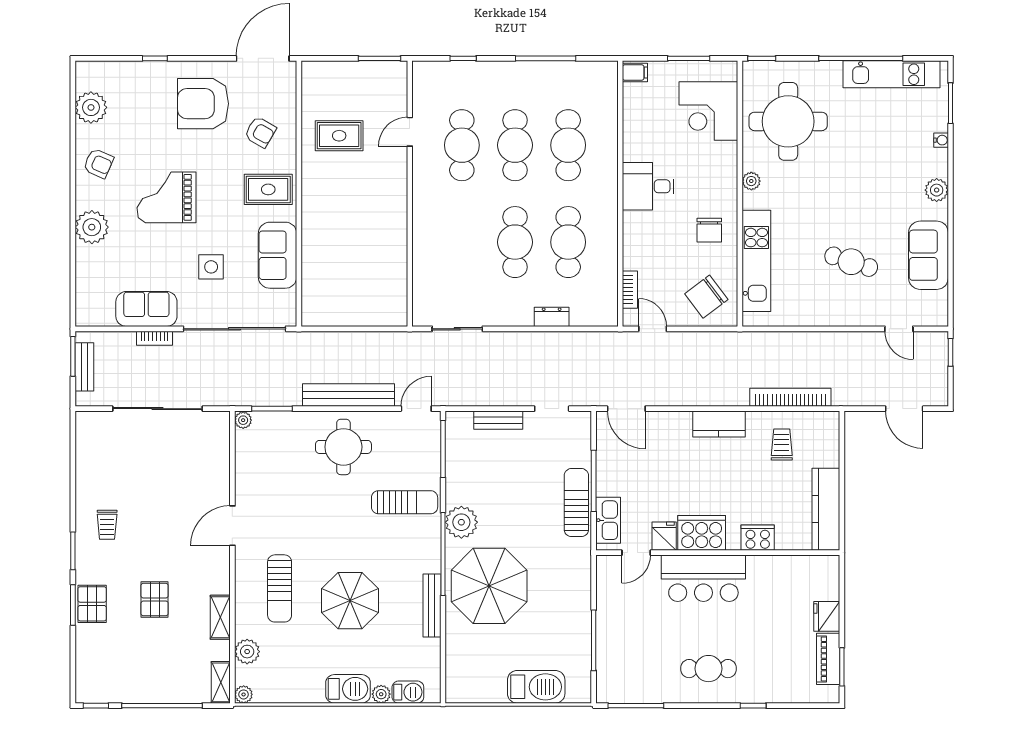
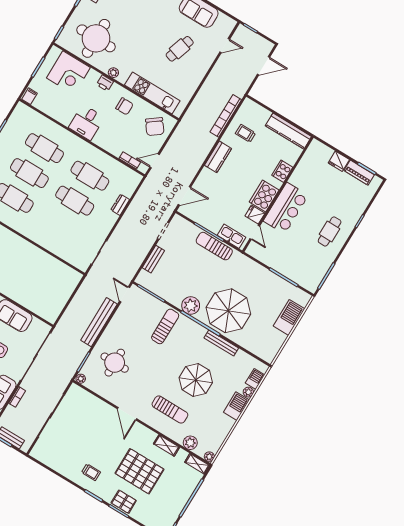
printer: (727, 178) -> (105, 83), added
round table: (343, 447) -> (115, 363), moved
pallet: (155, 600) -> (139, 471), width x2.05, depth x2.00

